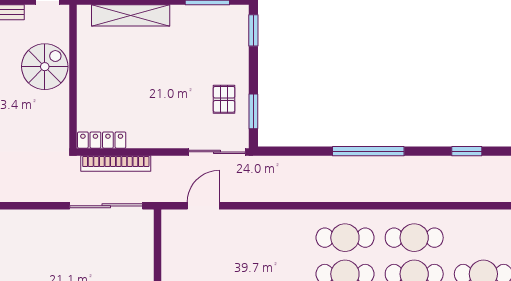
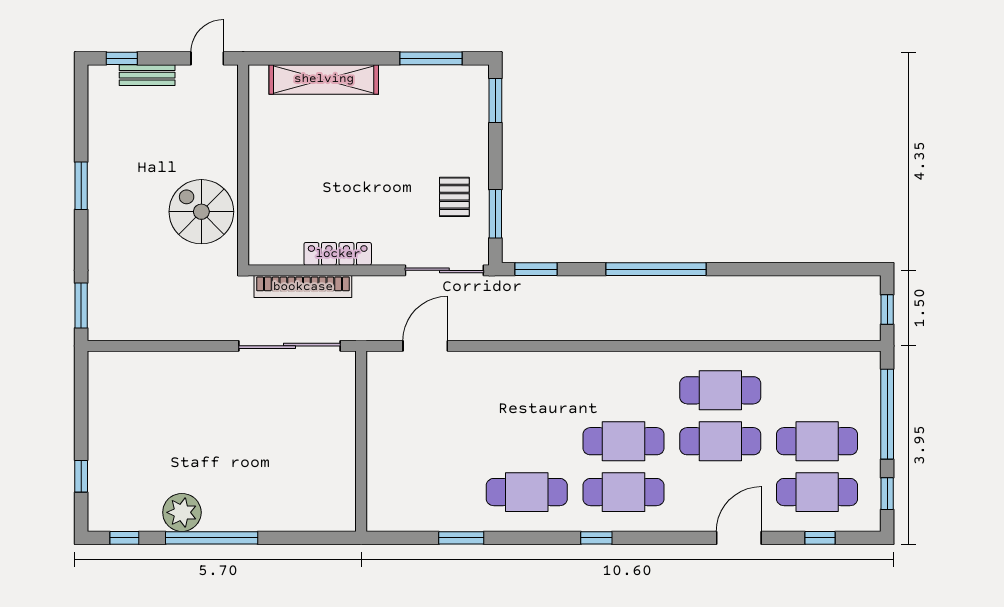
spiral stairs: (45, 67) -> (201, 212), moved, turned -90
locker: (102, 140) -> (338, 254), moved
window: (467, 151) -> (536, 269), moved
cafe table: (345, 238) -> (624, 390), removed

